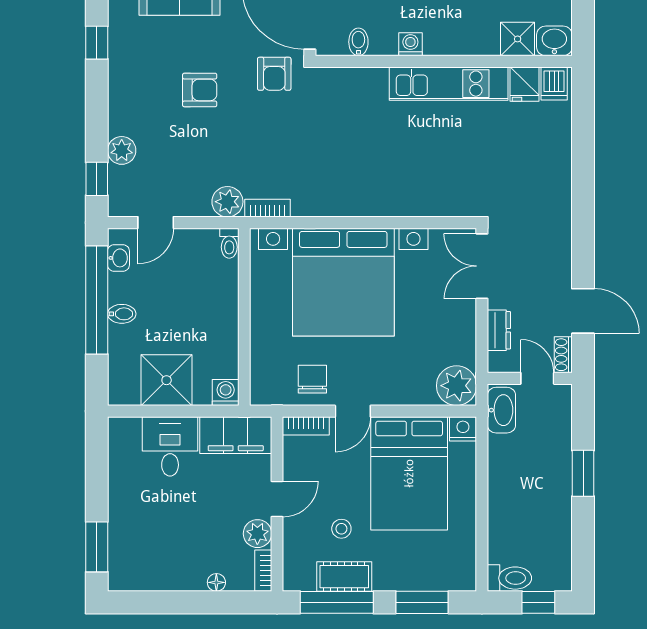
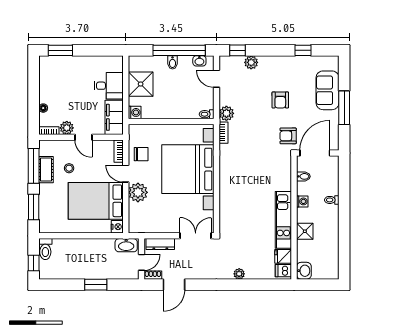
shower: (518, 39) -> (305, 231), moved
plant: (561, 176) -> (239, 274), added
dresser: (499, 330) -> (160, 244), width x1.44
plant: (457, 386) -> (138, 192), moved

